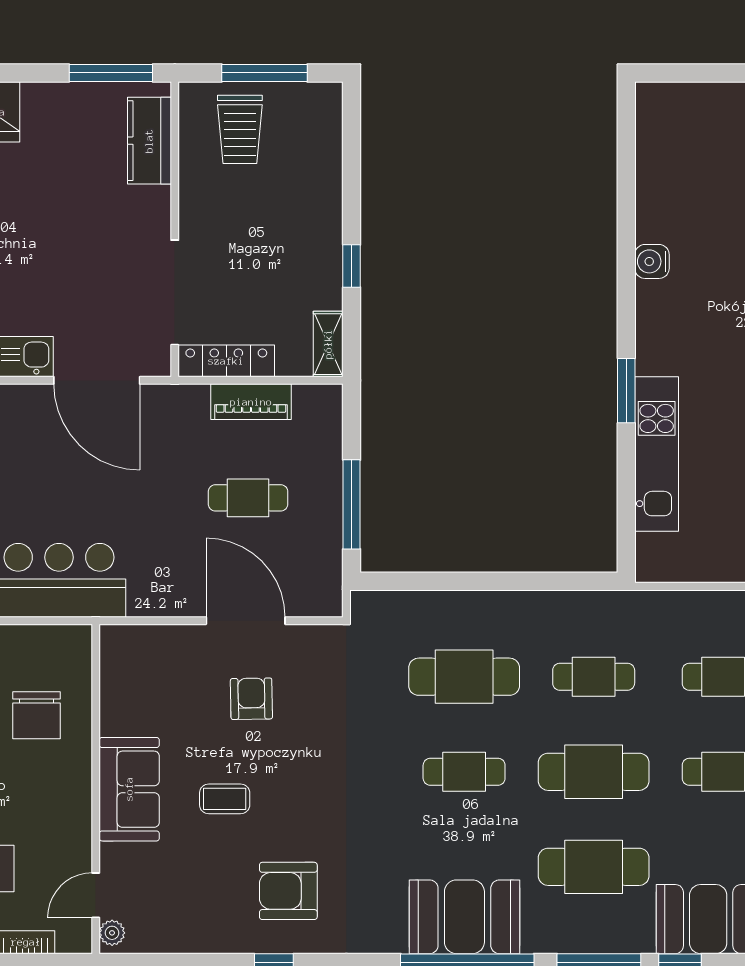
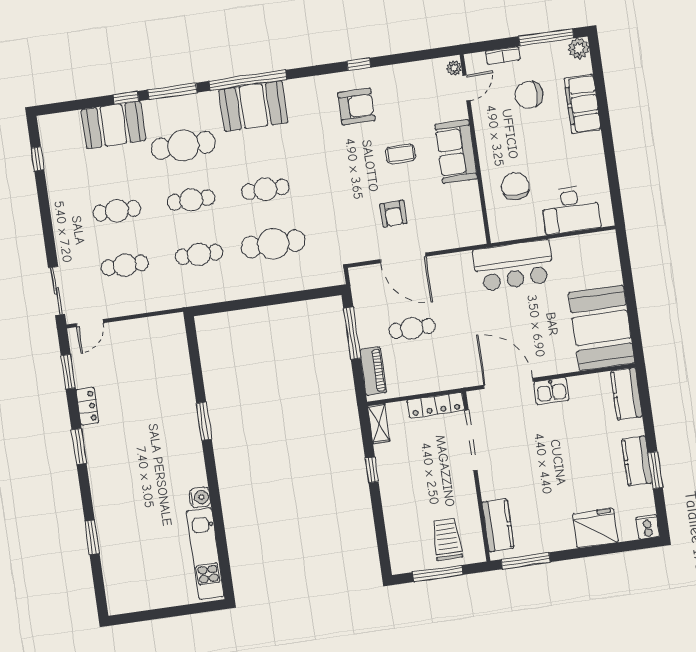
piano: (251, 402) -> (373, 371), moved, turned 90
kitchen unit: (657, 454) -> (205, 554), moved
cafe table: (594, 772) -> (191, 200), width x0.73, depth x0.74

